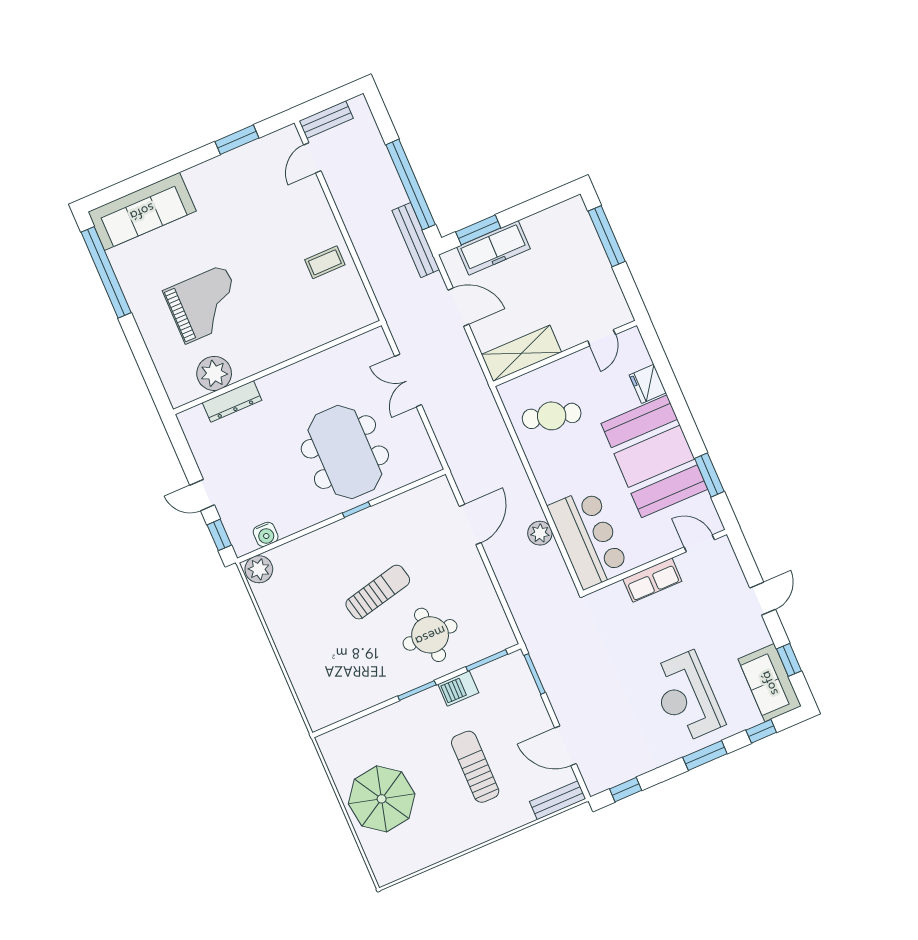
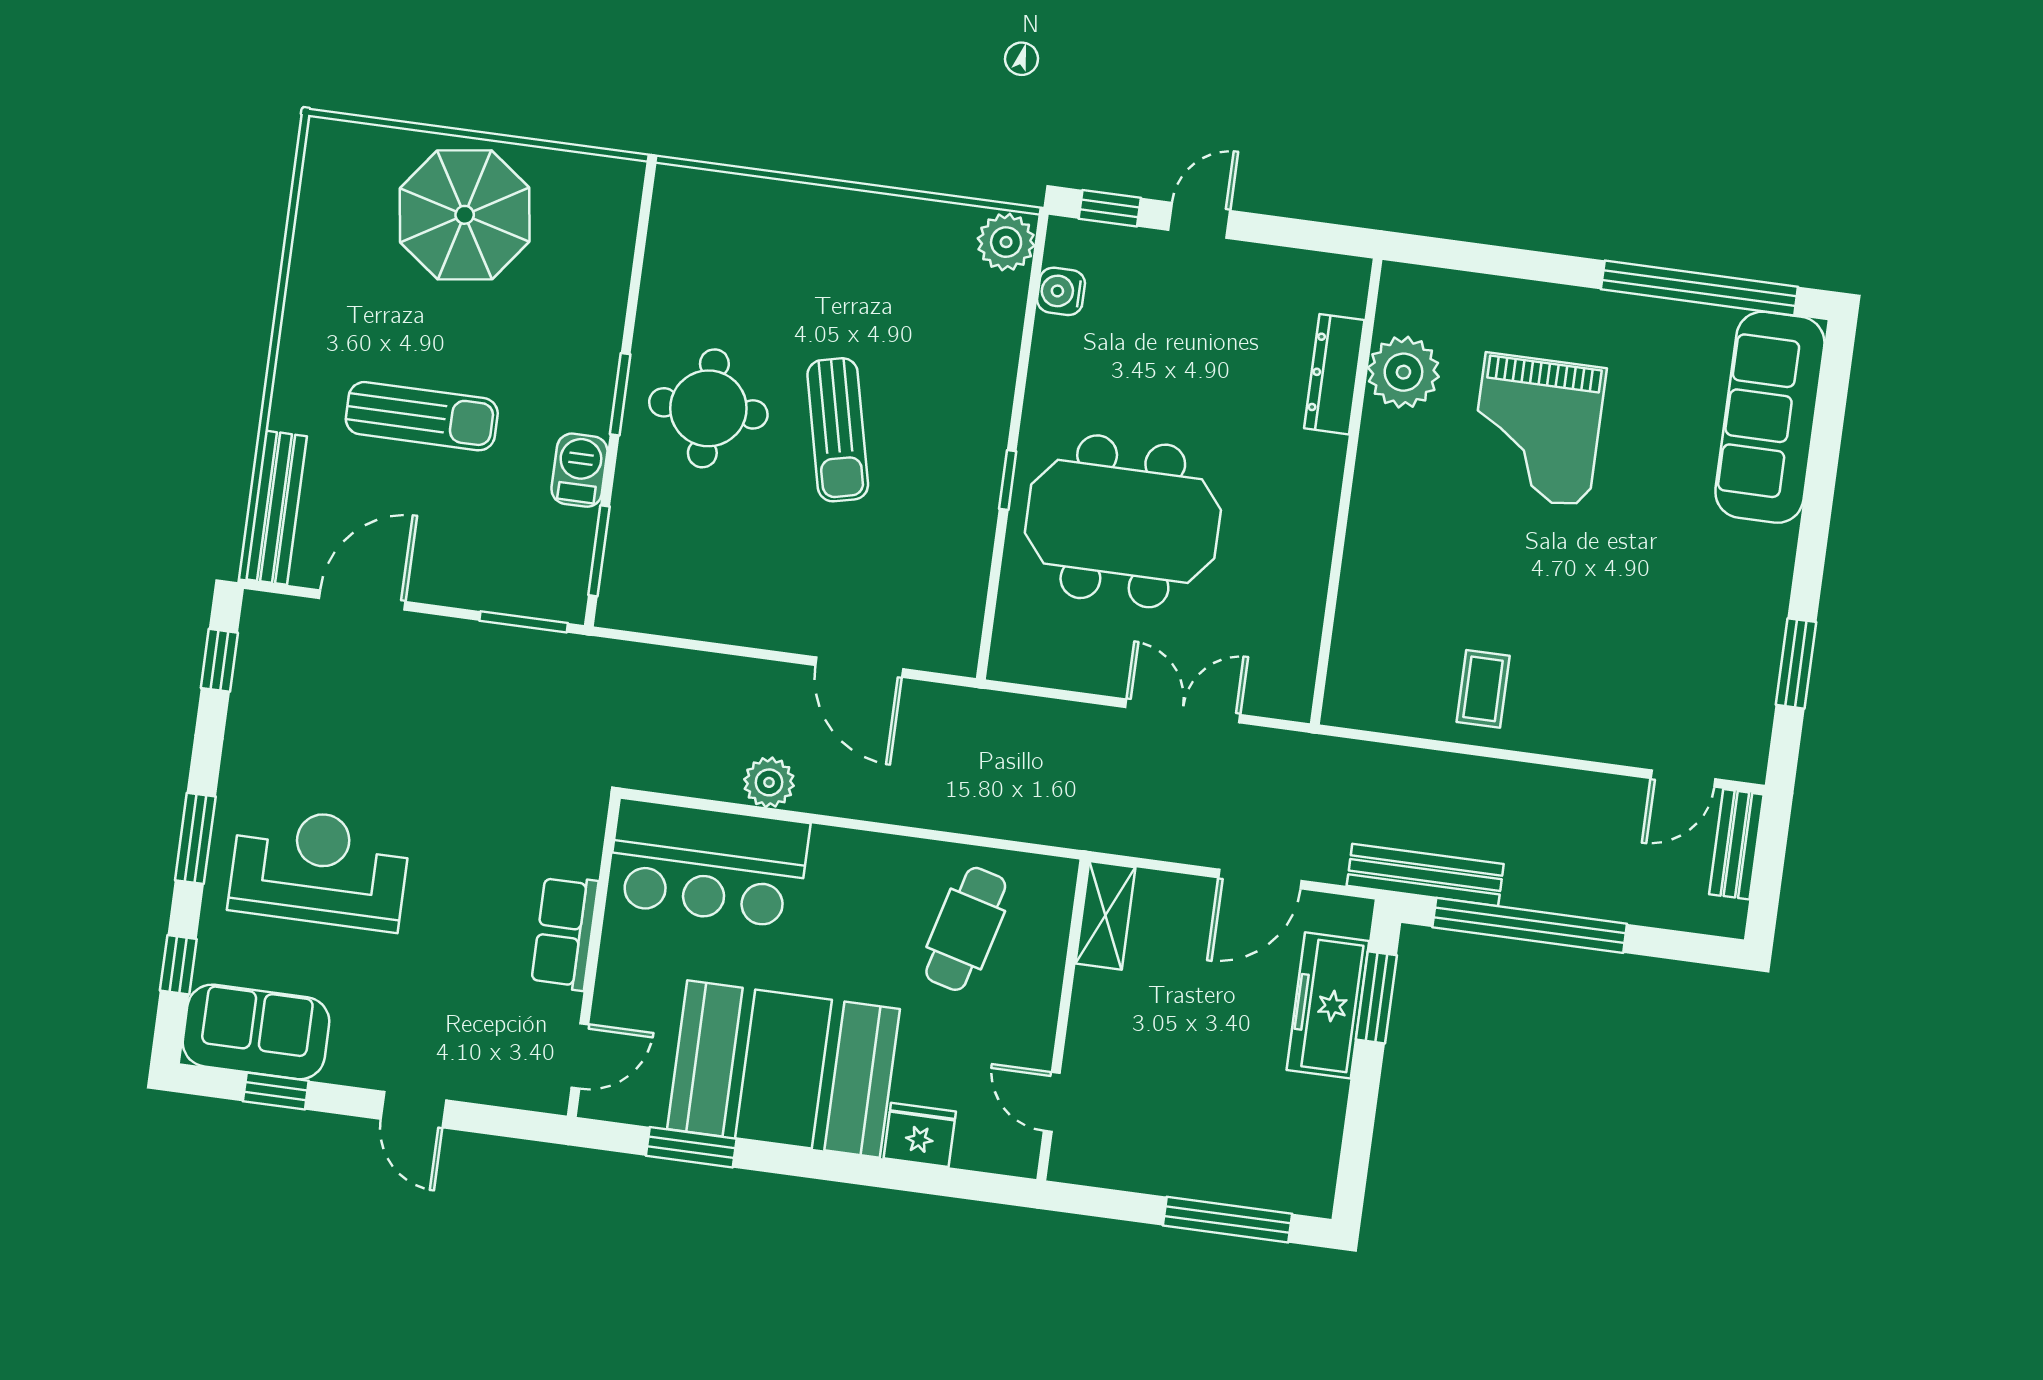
door: (312, 158) -> (1683, 779), swing flipped
shelving: (521, 353) -> (1105, 915), width x0.67, depth x0.75
round table: (430, 635) -> (708, 408), moved
bench: (558, 800) -> (276, 508), width x1.36

